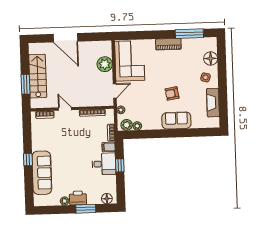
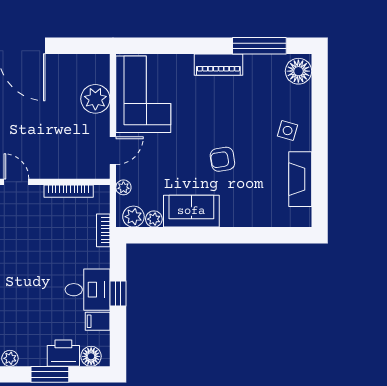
floor lamp: (211, 58) -> (298, 71), moved
sofa: (176, 121) -> (191, 211), moved
filing cabinet: (109, 147) -> (98, 321), moved
printer: (78, 198) -> (63, 353), moved

